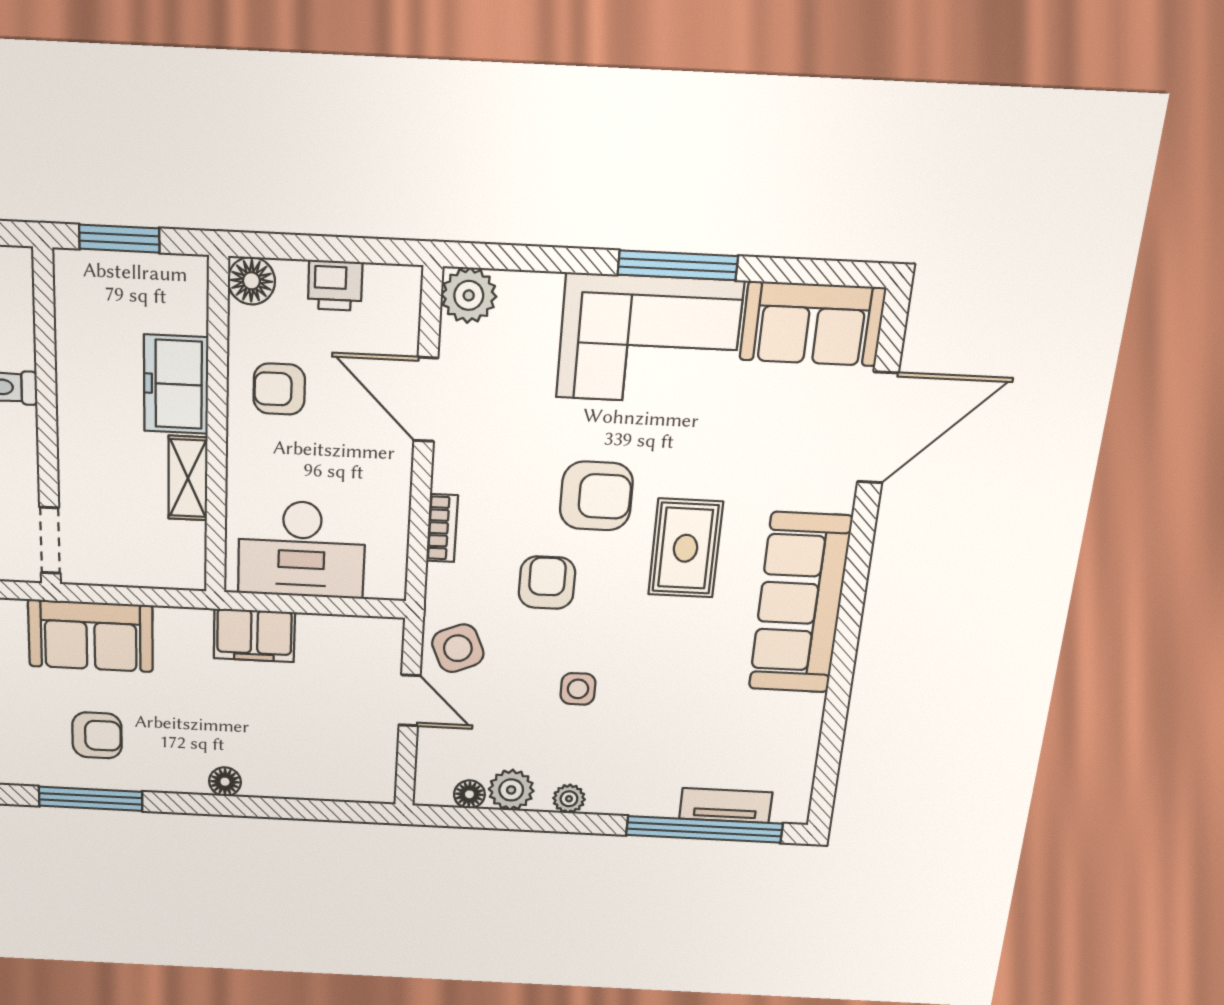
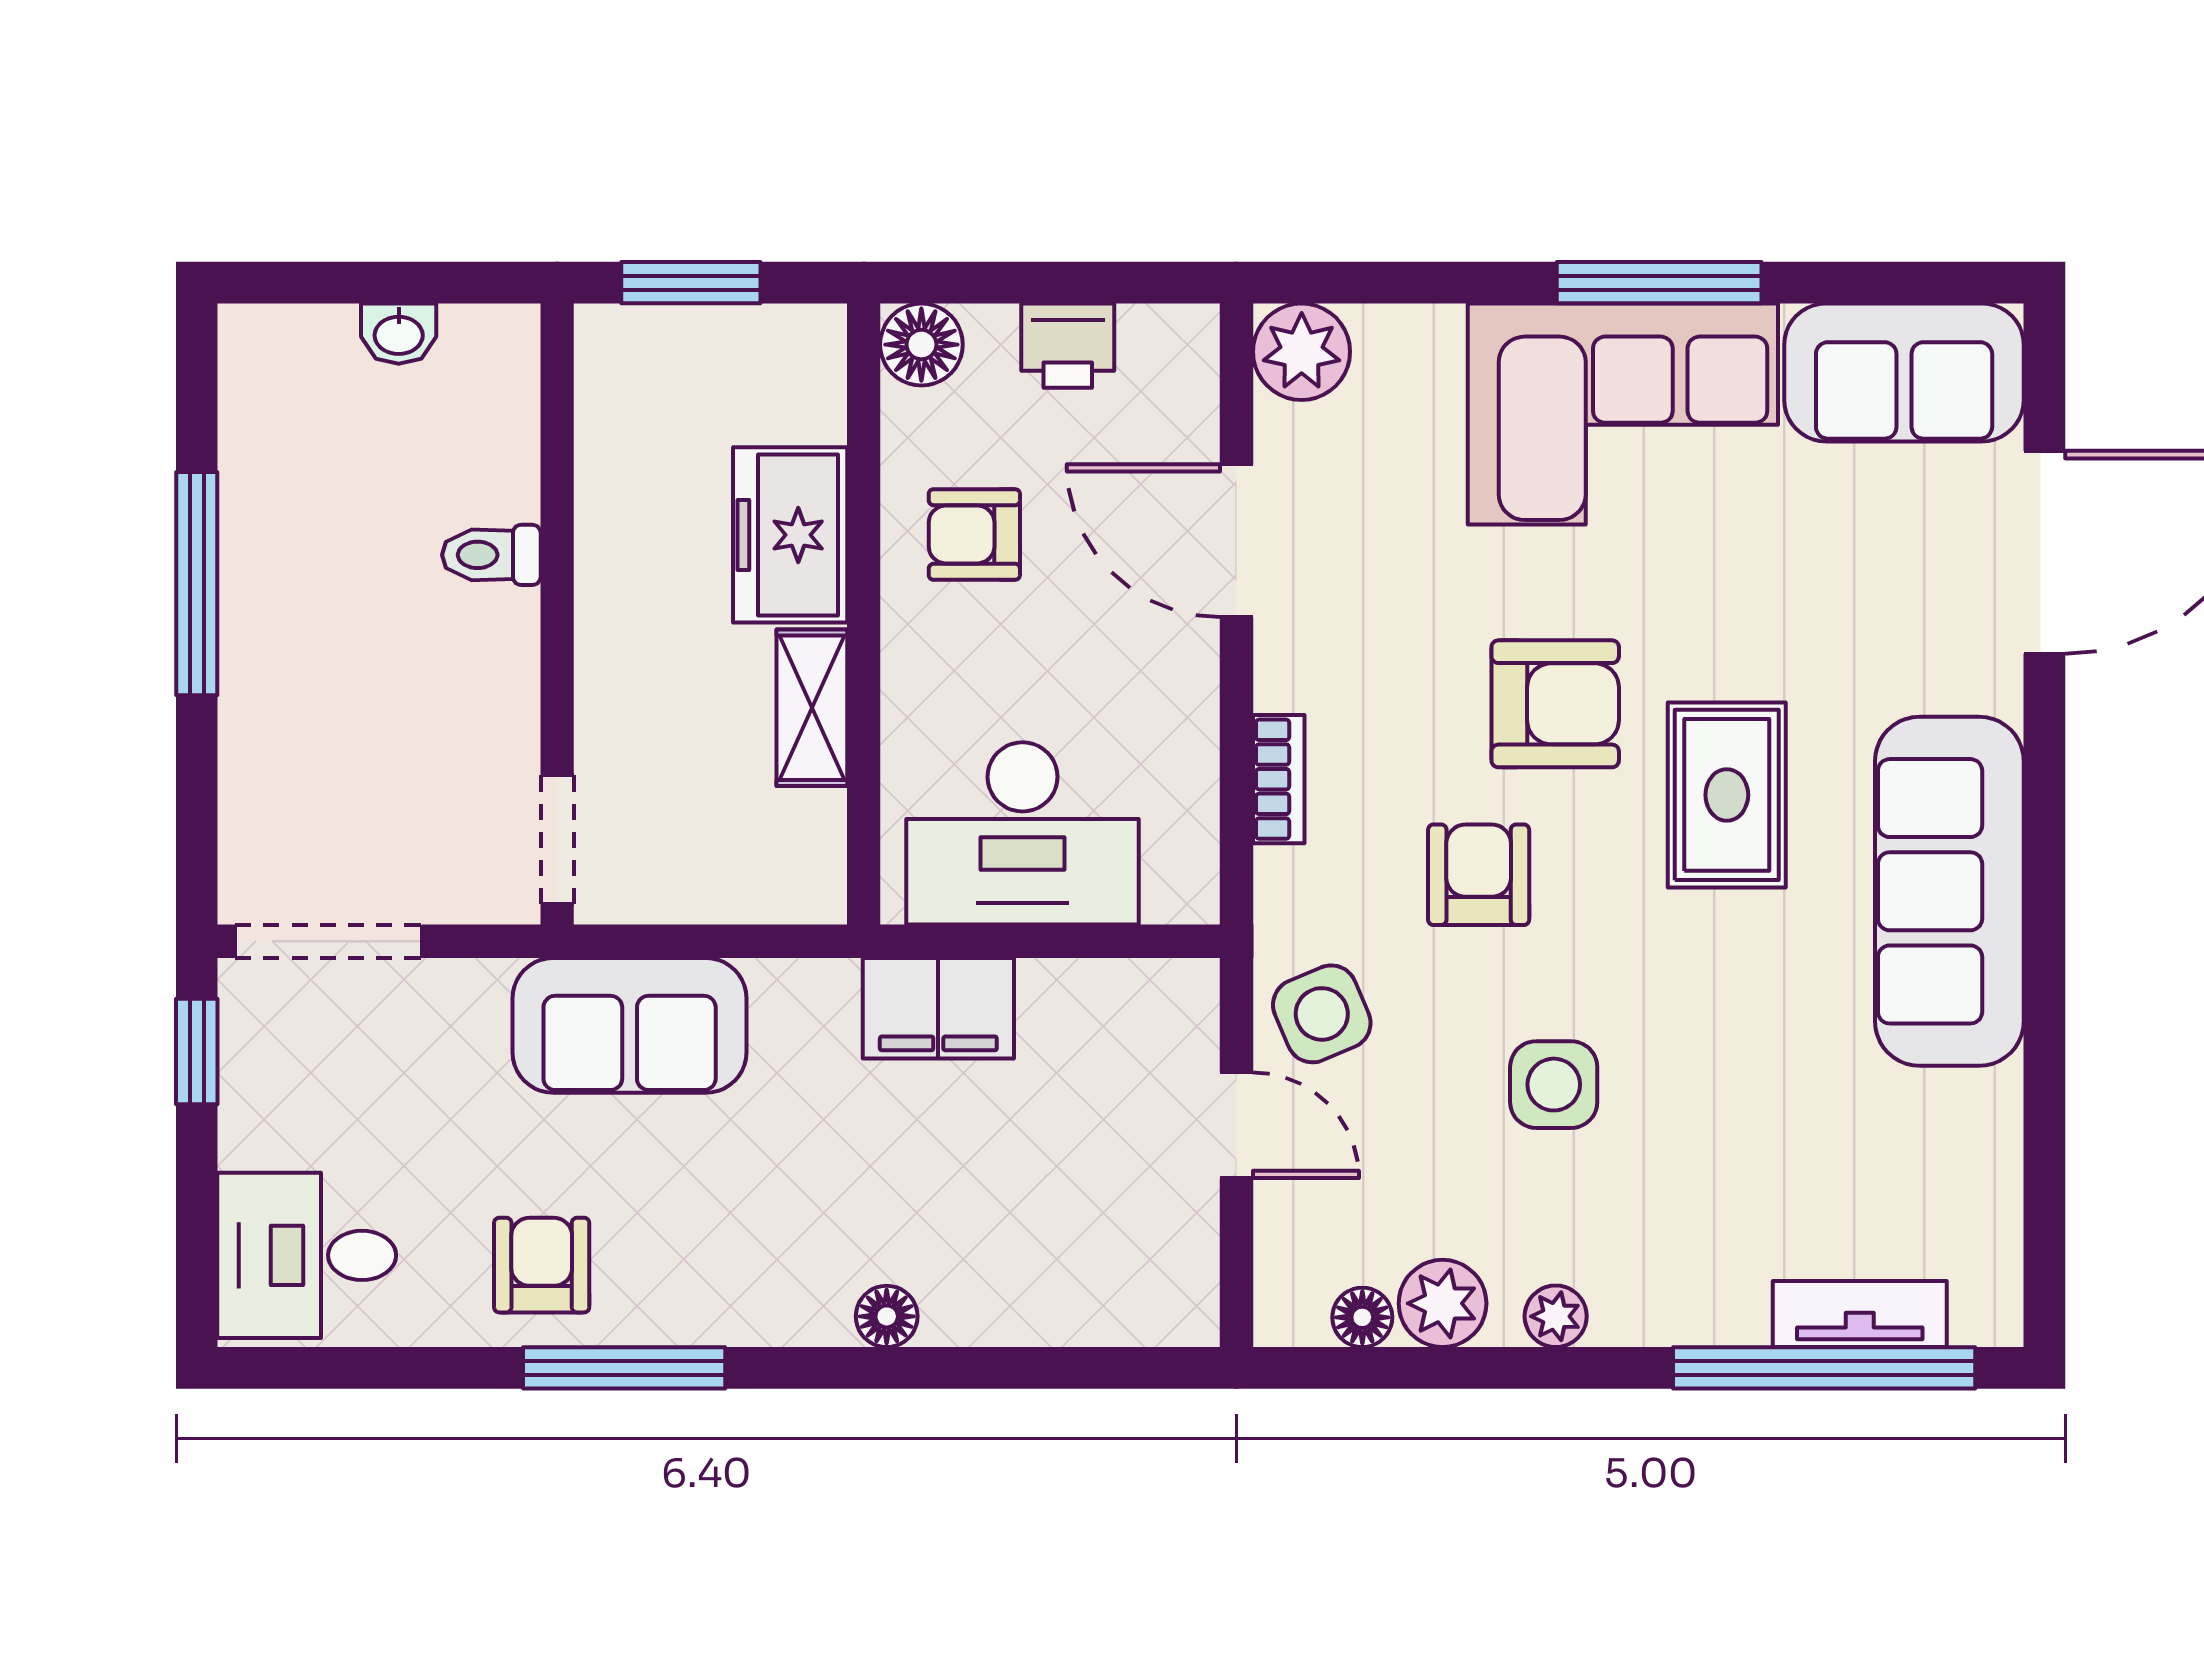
side table: (578, 689) -> (1554, 1085), width x1.37, depth x1.37
armchair: (97, 735) -> (542, 1265), moved, turned -90

